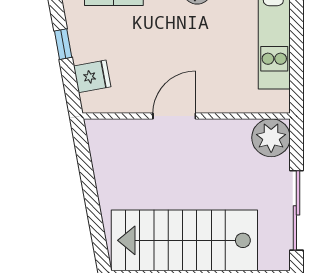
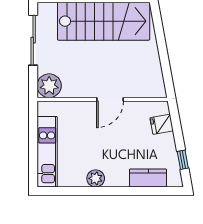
window: (63, 44) -> (183, 160), moved

